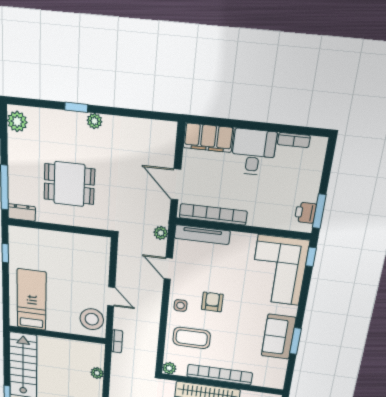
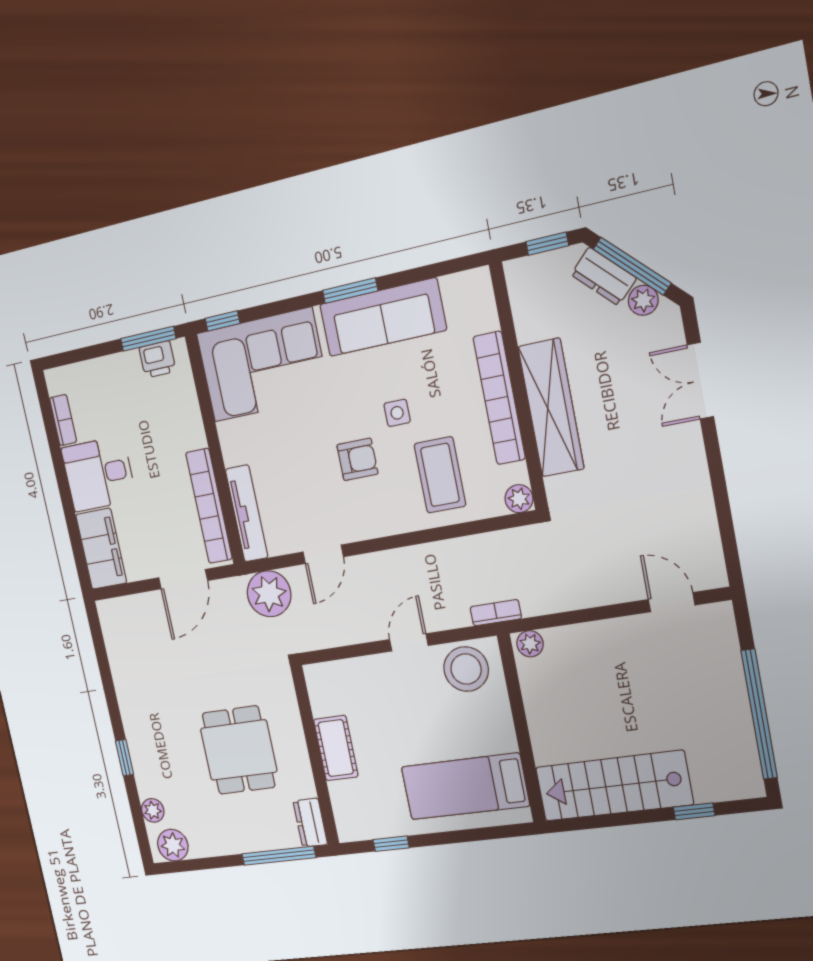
plant: (94, 121) -> (153, 810), moved
plant: (161, 233) -> (269, 594), width x1.88, depth x1.88
cot: (62, 241) -> (336, 748), added
armchair: (212, 302) -> (357, 459), turned 180
side table: (180, 305) -> (397, 413), moved
sofa: (279, 337) -> (383, 317), width x1.36
window: (295, 341) -> (350, 291), moved
plant: (97, 373) -> (530, 644), moved

